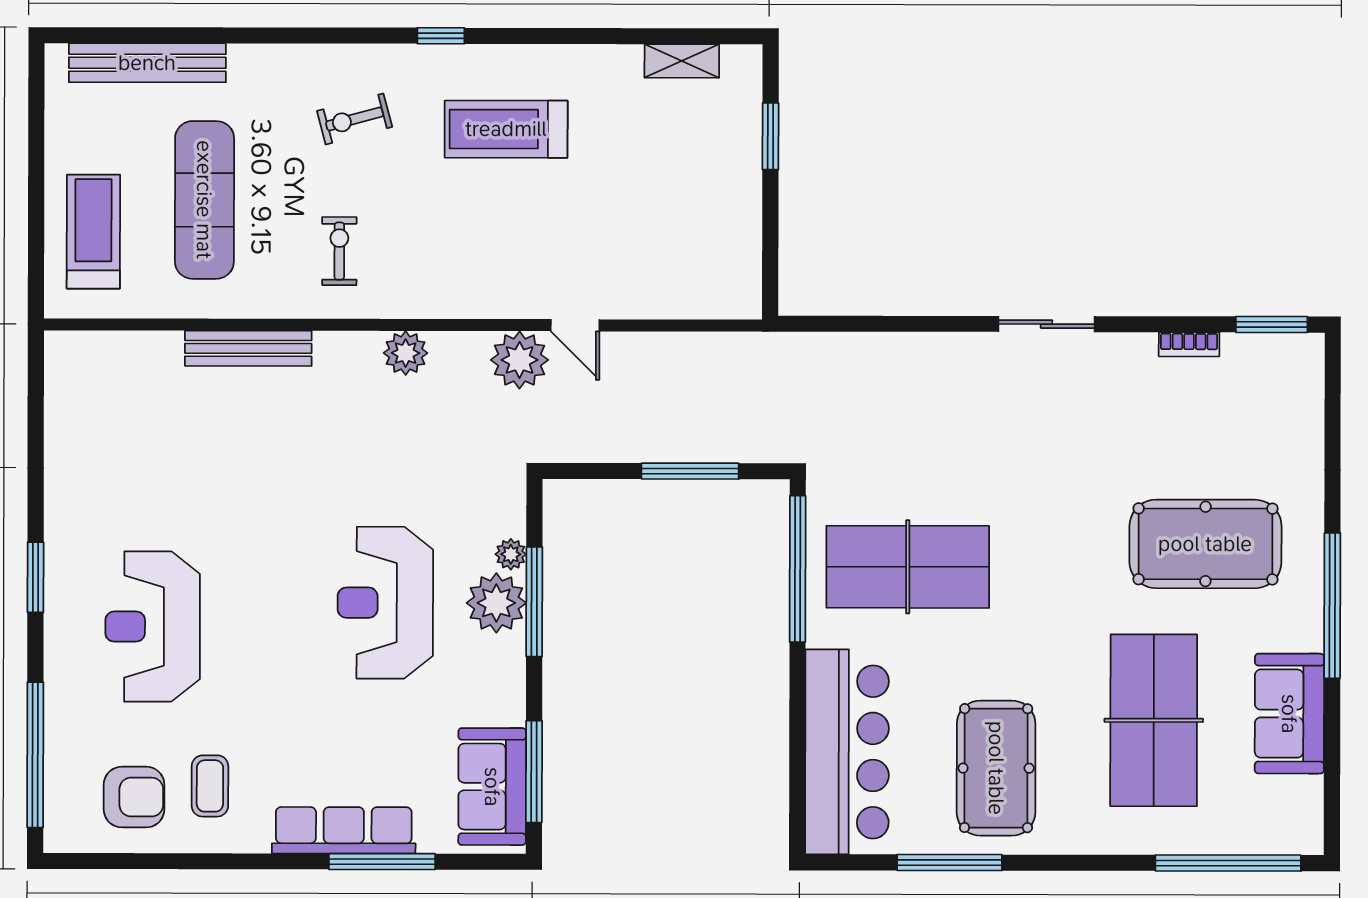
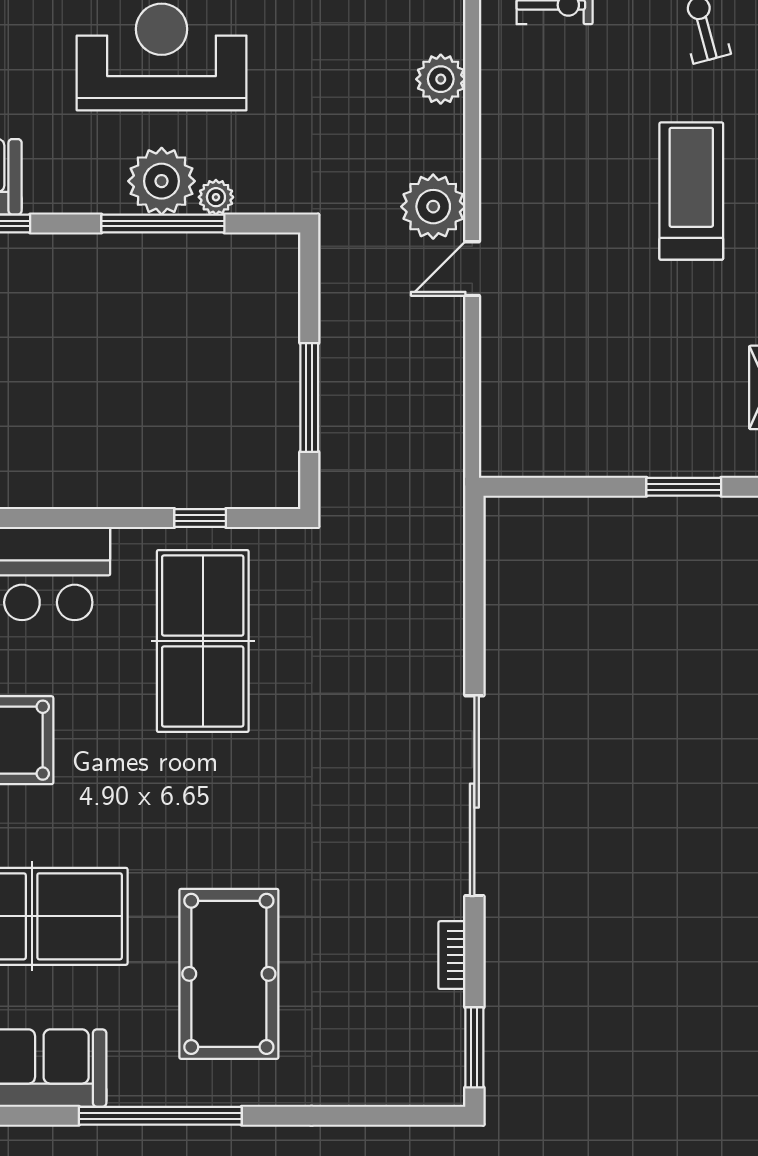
sliding door: (1046, 324) -> (474, 796), width x1.86
window: (798, 569) -> (200, 518), width x0.32

